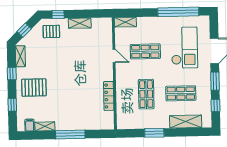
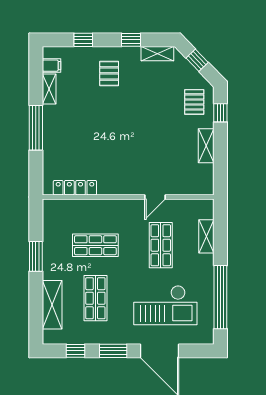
shelving: (125, 22) -> (206, 236), moved
pallet: (34, 88) -> (109, 73), width x0.67, depth x0.71
locker: (109, 96) -> (75, 188), moved

